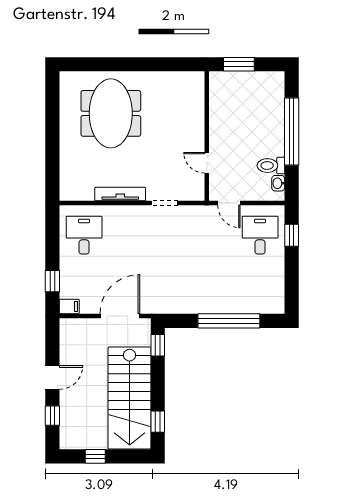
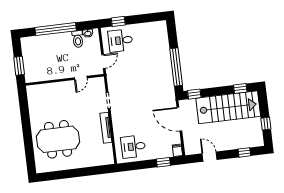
window: (229, 321) -> (176, 67), moved
door: (52, 377) -> (210, 157), moved

